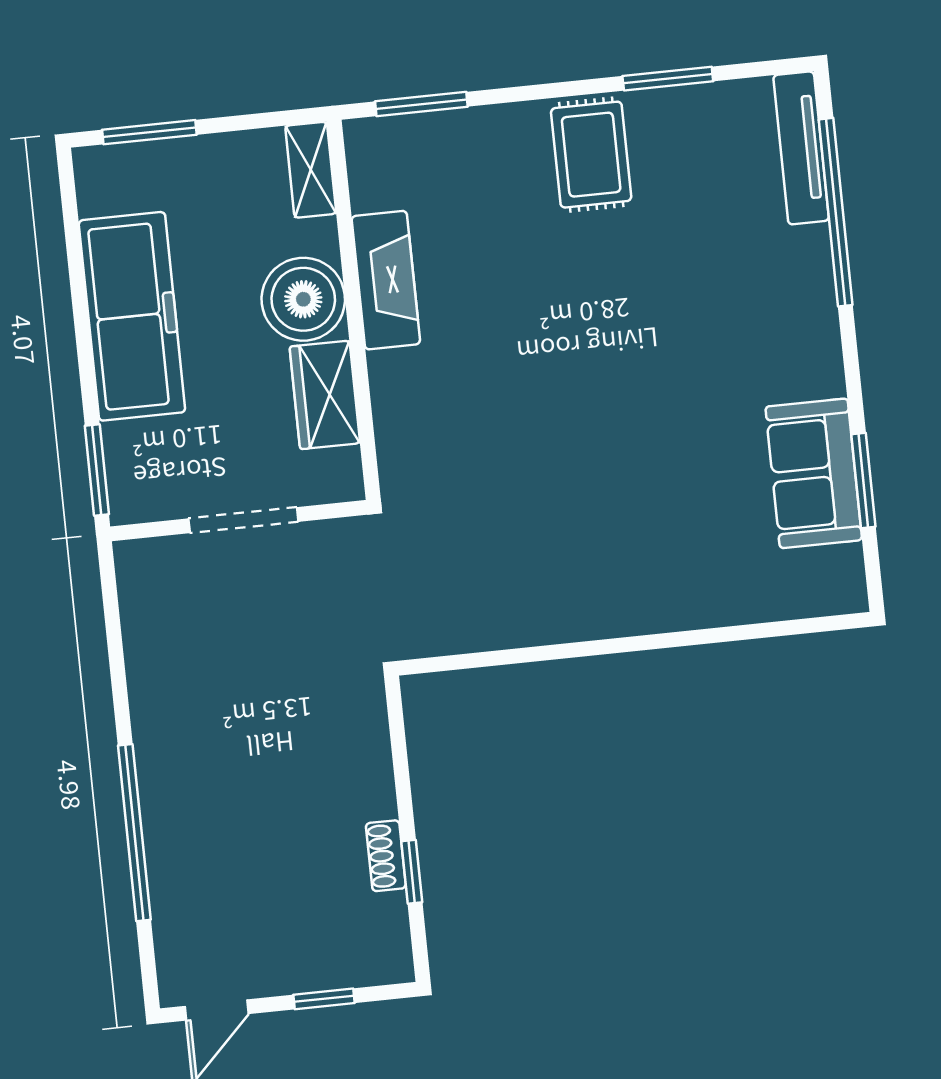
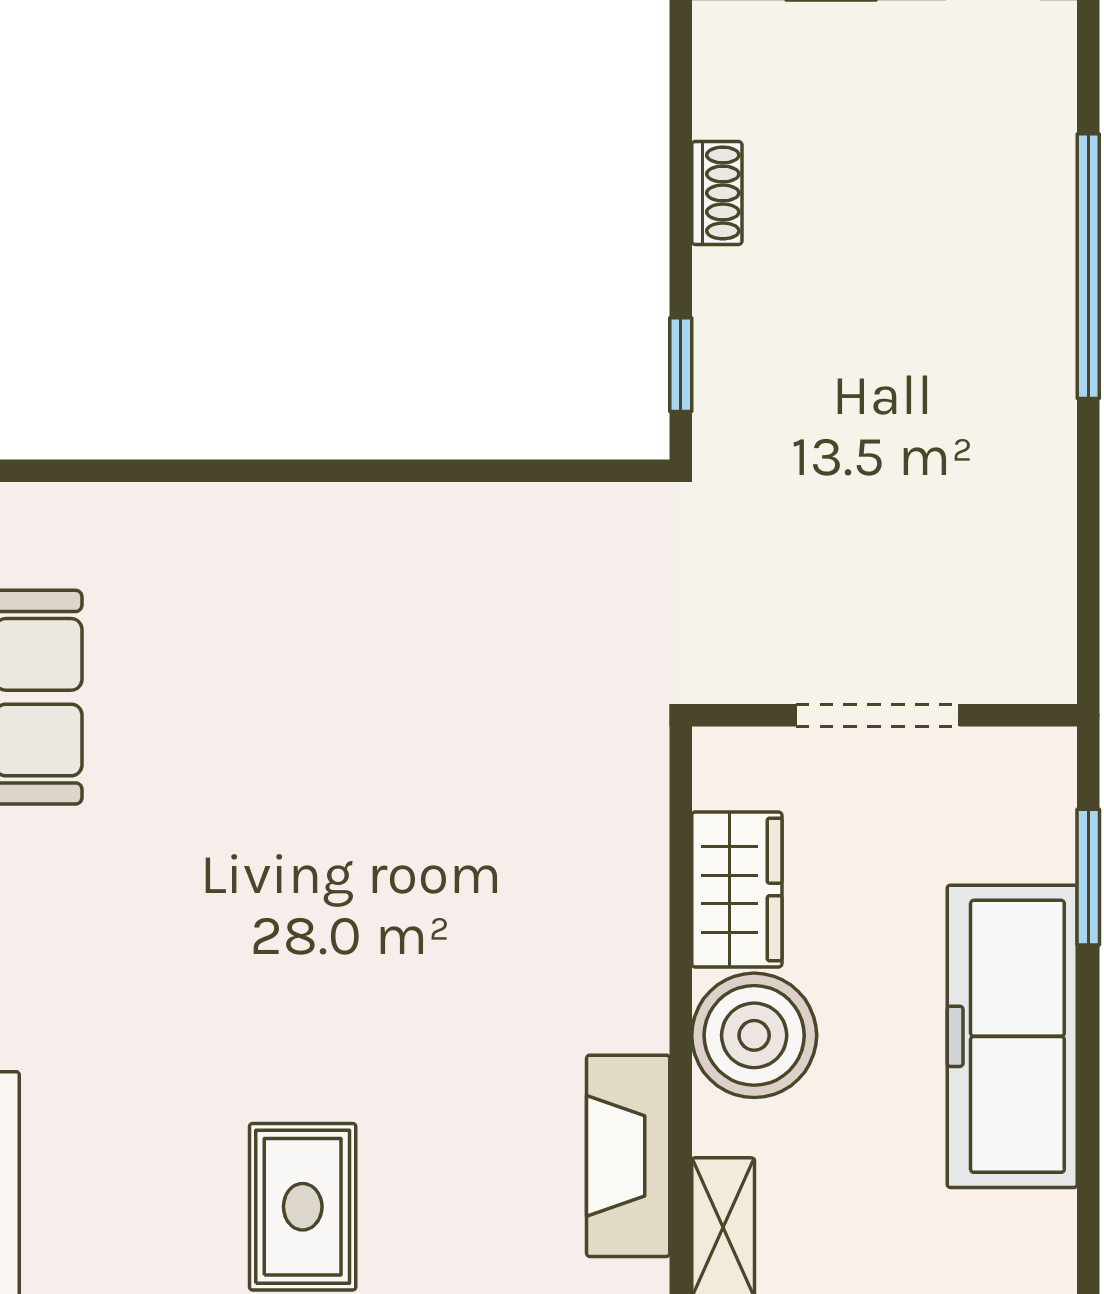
fireplace: (386, 280) -> (628, 1156), moved
window: (97, 470) -> (1088, 877), moved
window: (412, 872) -> (681, 365), moved

